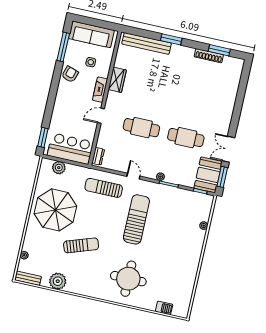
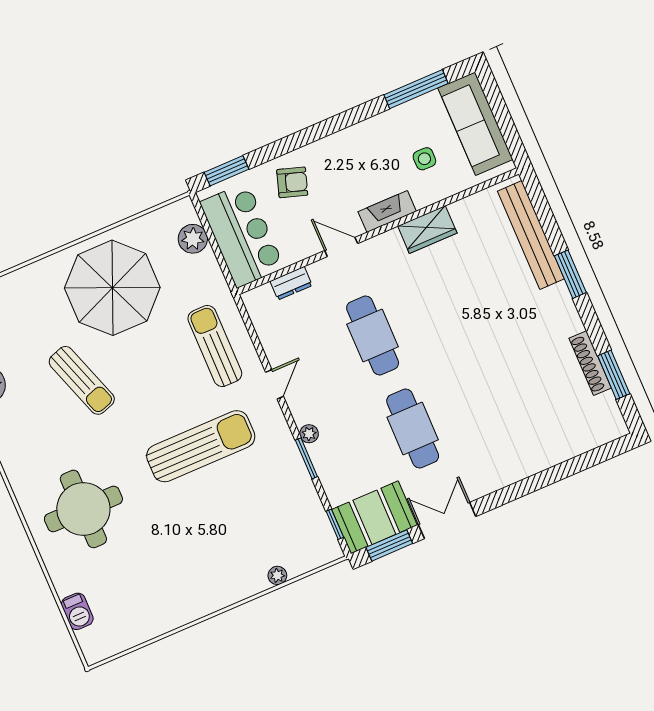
armchair: (70, 74) -> (292, 182), moved
dresser: (98, 156) -> (291, 283), moved

